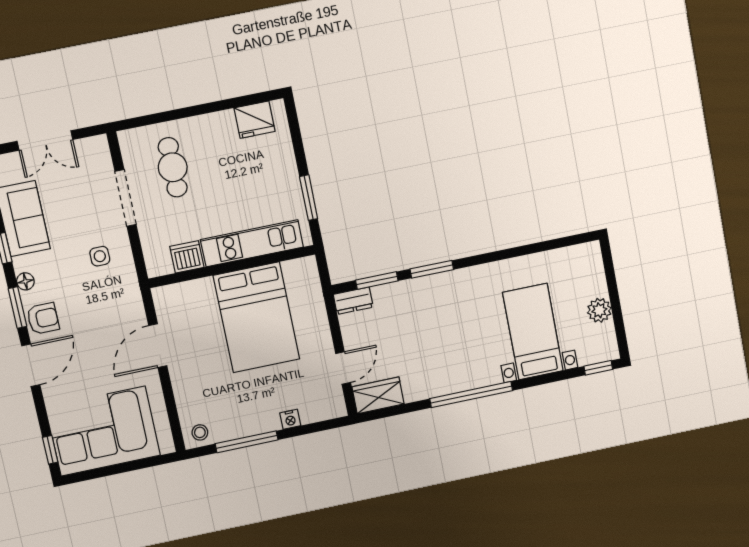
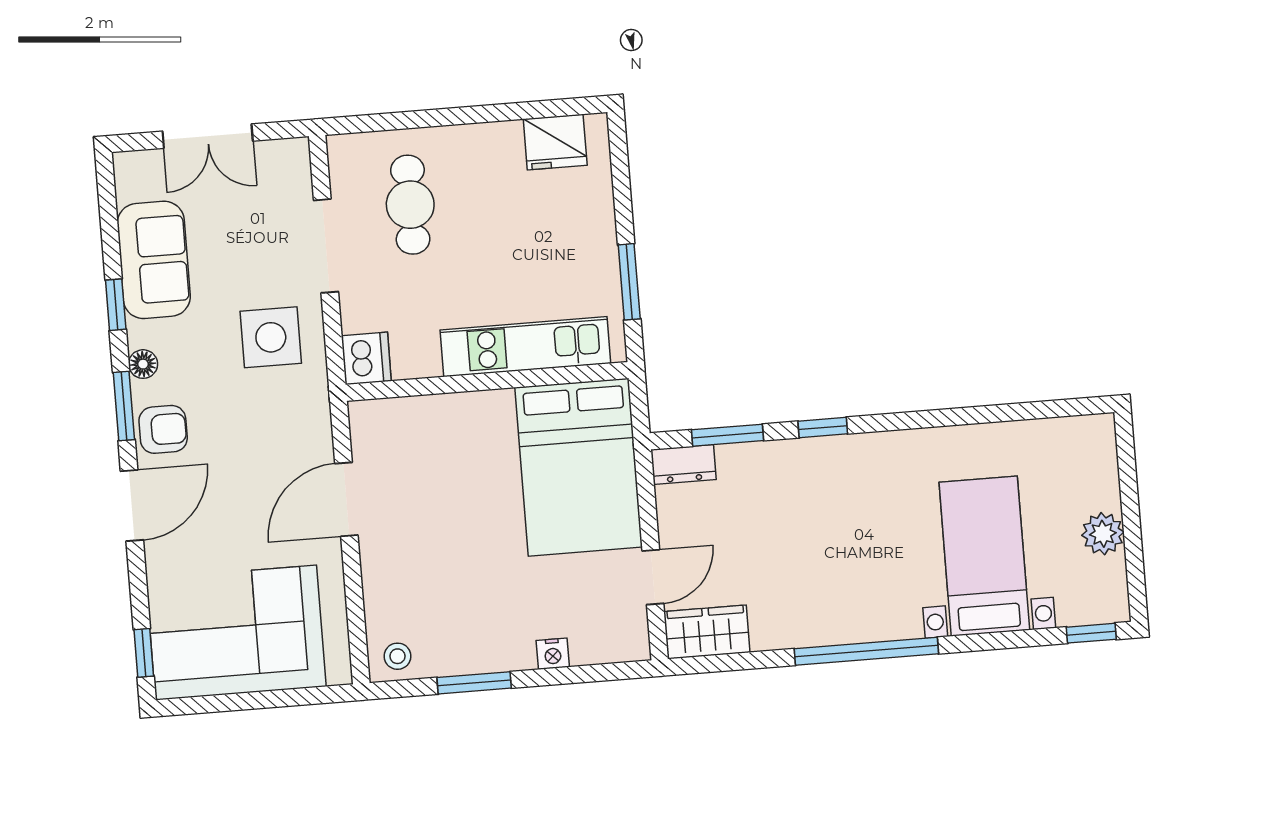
side table: (100, 256) -> (271, 337), width x1.87, depth x1.87
dishwasher: (187, 257) -> (366, 358), moved, turned 90
window: (432, 269) -> (823, 428), width x0.67
bed: (256, 317) -> (579, 467), moved
window: (247, 442) -> (474, 683), width x0.69

